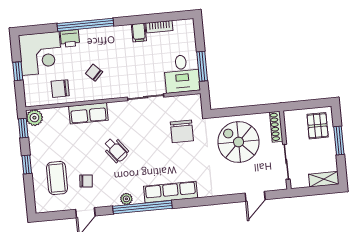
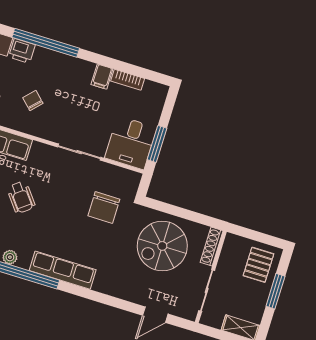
spiral stairs: (239, 142) -> (162, 246), turned -90

